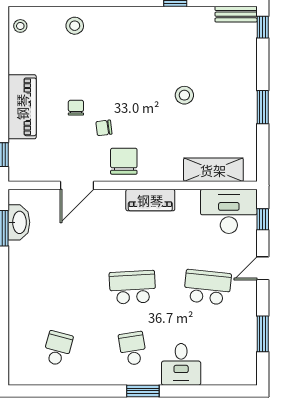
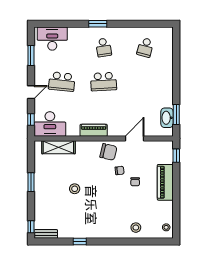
chair: (124, 161) -> (108, 152), turned -77
desk: (181, 364) -> (52, 39), moved, width x1.37

